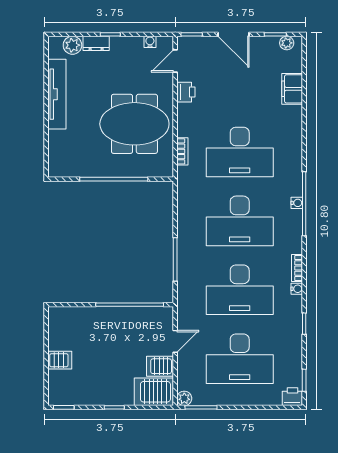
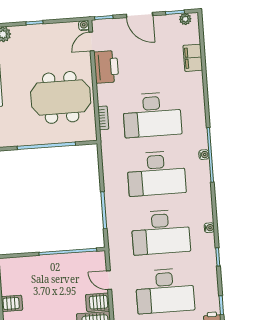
water cooler: (150, 42) -> (84, 26), moved
dresser: (96, 43) -> (23, 31), removed
printer: (186, 92) -> (106, 67), width x1.87, depth x1.48
bookcase: (297, 268) -> (208, 210), removed
door: (175, 341) -> (109, 280), swing flipped

